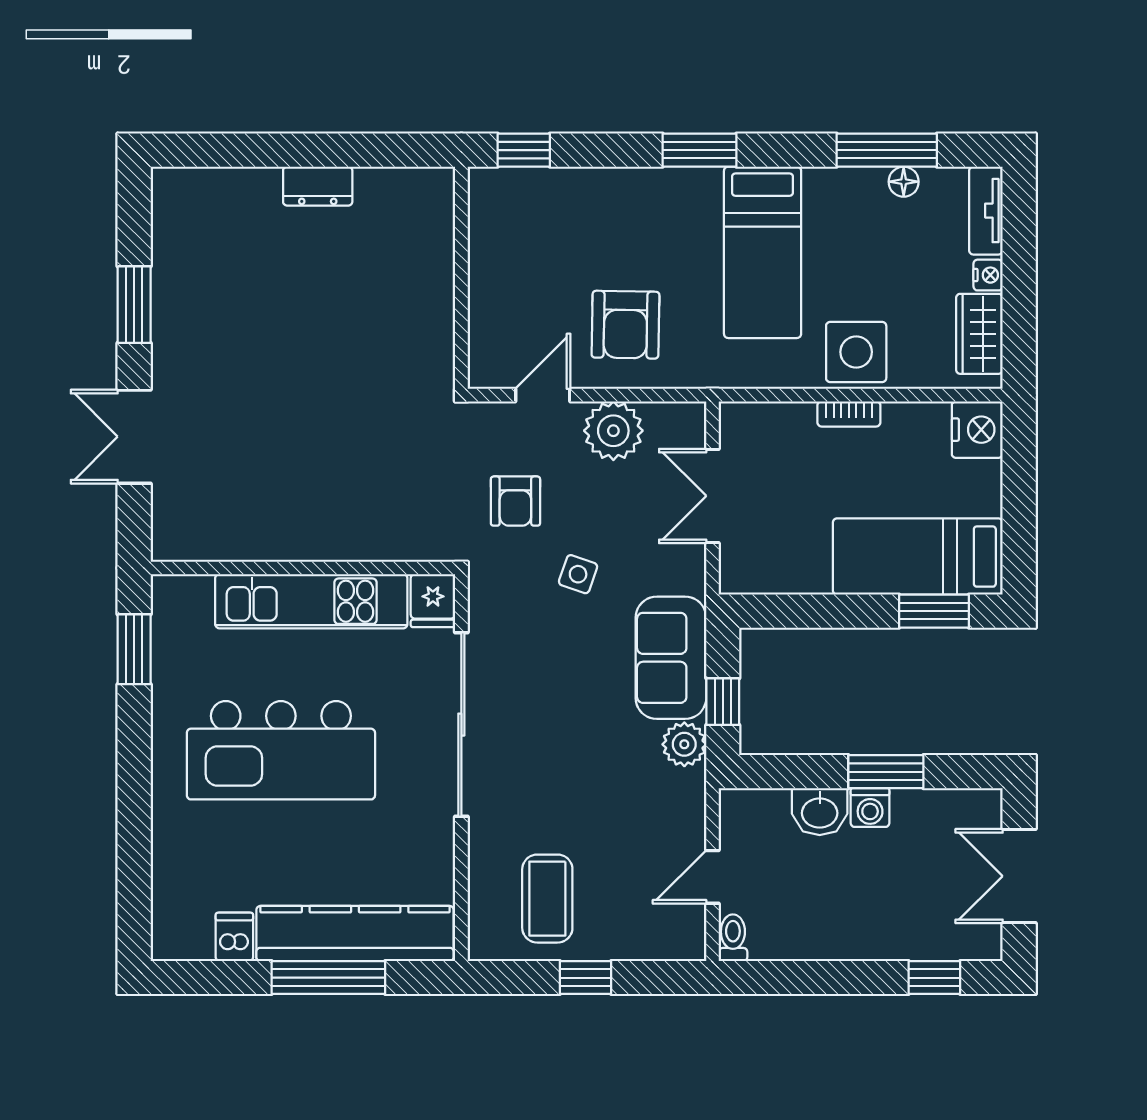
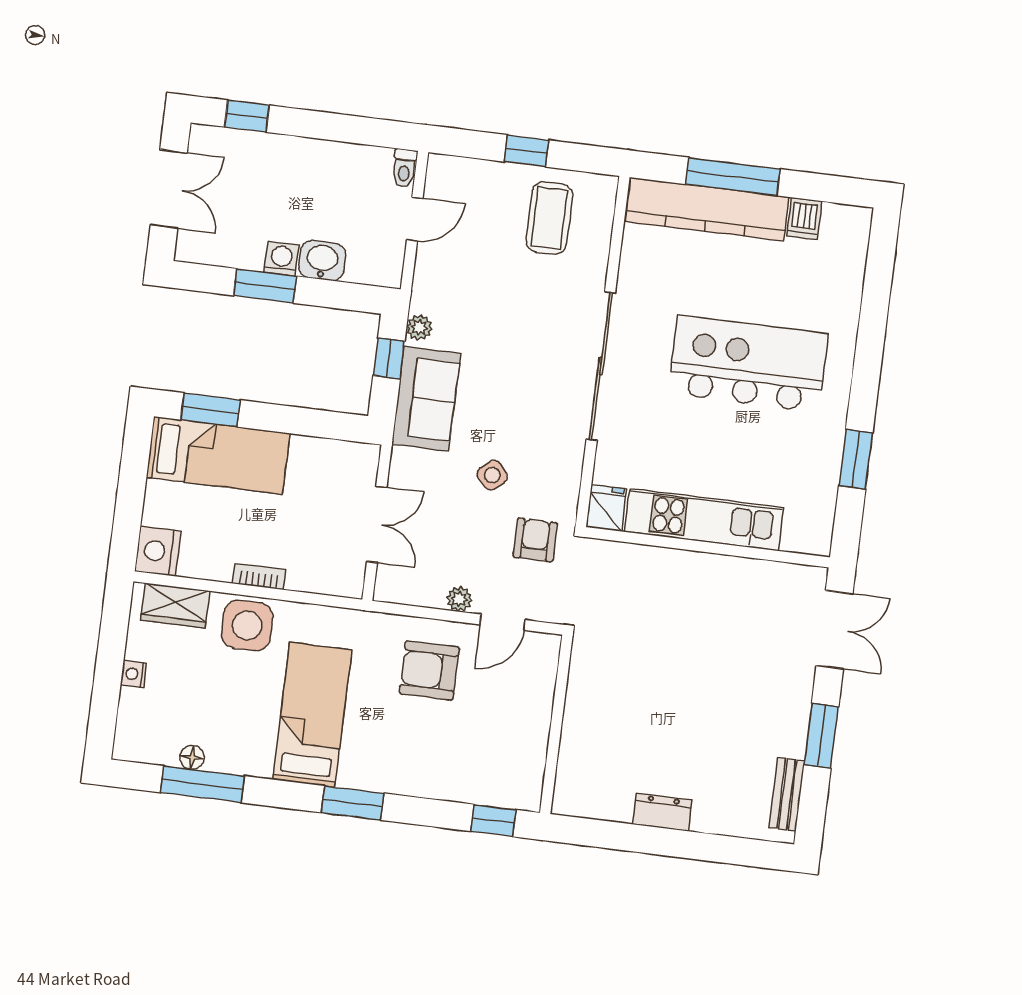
tv unit: (986, 211) -> (129, 726), removed
bench: (167, 227) -> (787, 794), added
armchair: (625, 325) -> (429, 670), turned -91
wardrobe: (979, 334) -> (175, 605), moved, turned 90
plant: (613, 431) -> (459, 599), width x0.53, depth x0.53
wall: (303, 568) -> (707, 547), moved
side table: (578, 574) -> (492, 475), turned 30
kitchen unit: (311, 601) -> (704, 520), moved
fridge: (433, 601) -> (606, 508), moved
plant: (684, 744) -> (419, 327), width x0.73, depth x0.73

